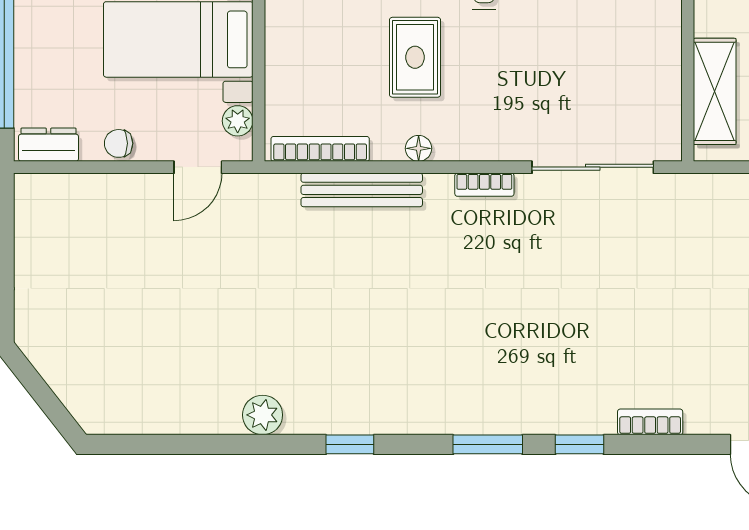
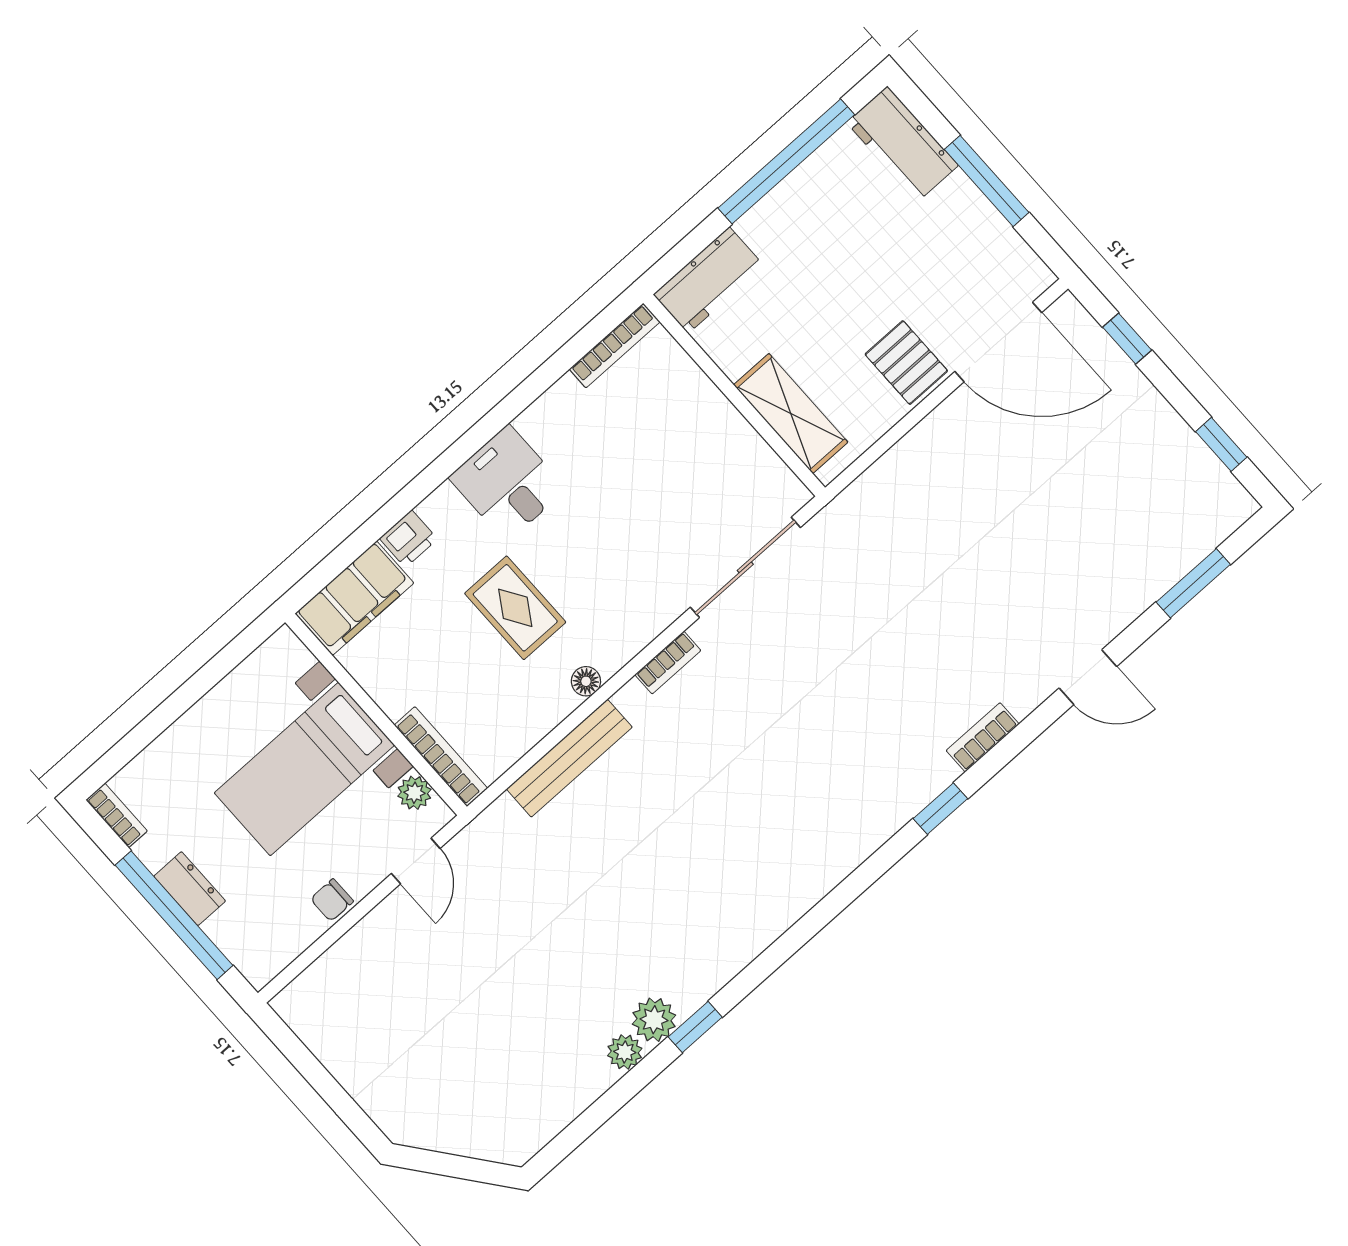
dresser: (49, 145) -> (190, 889), moved, turned 90
bookcase: (320, 149) -> (441, 757), moved, turned 90
plant: (224, 419) -> (625, 1052), added
window: (350, 444) -> (695, 1027), moved
window: (488, 444) -> (864, 877), removed

